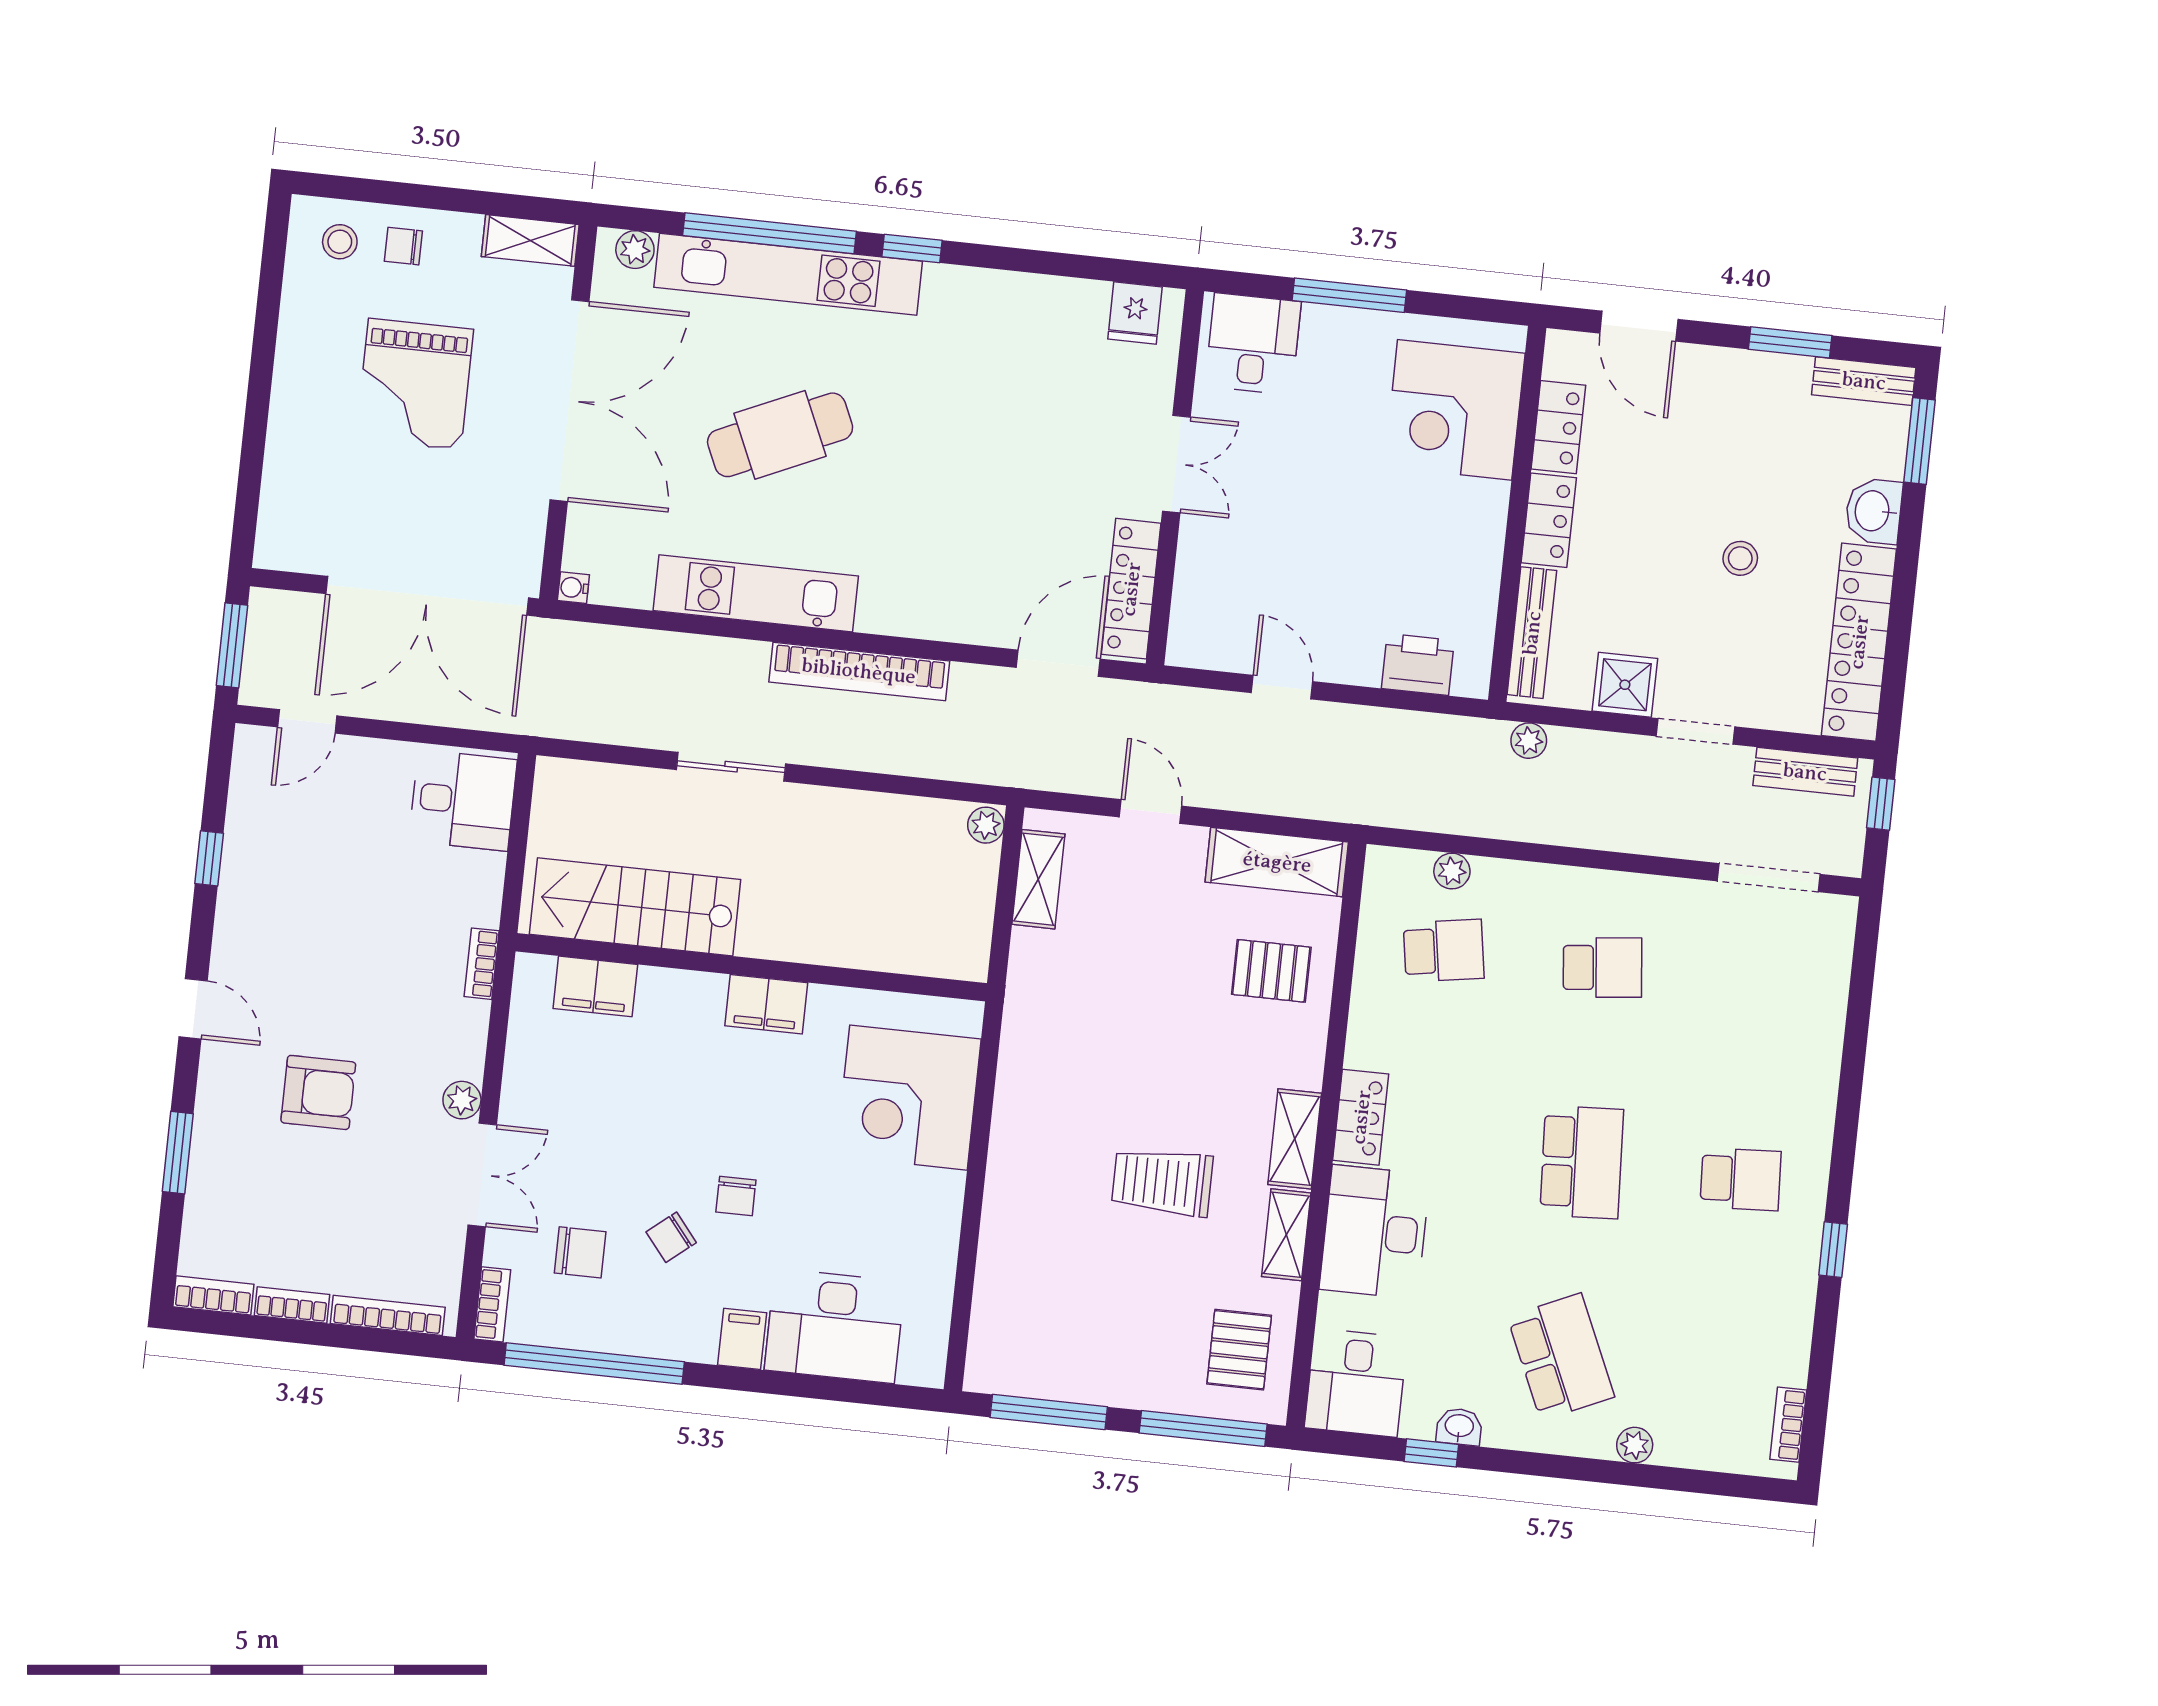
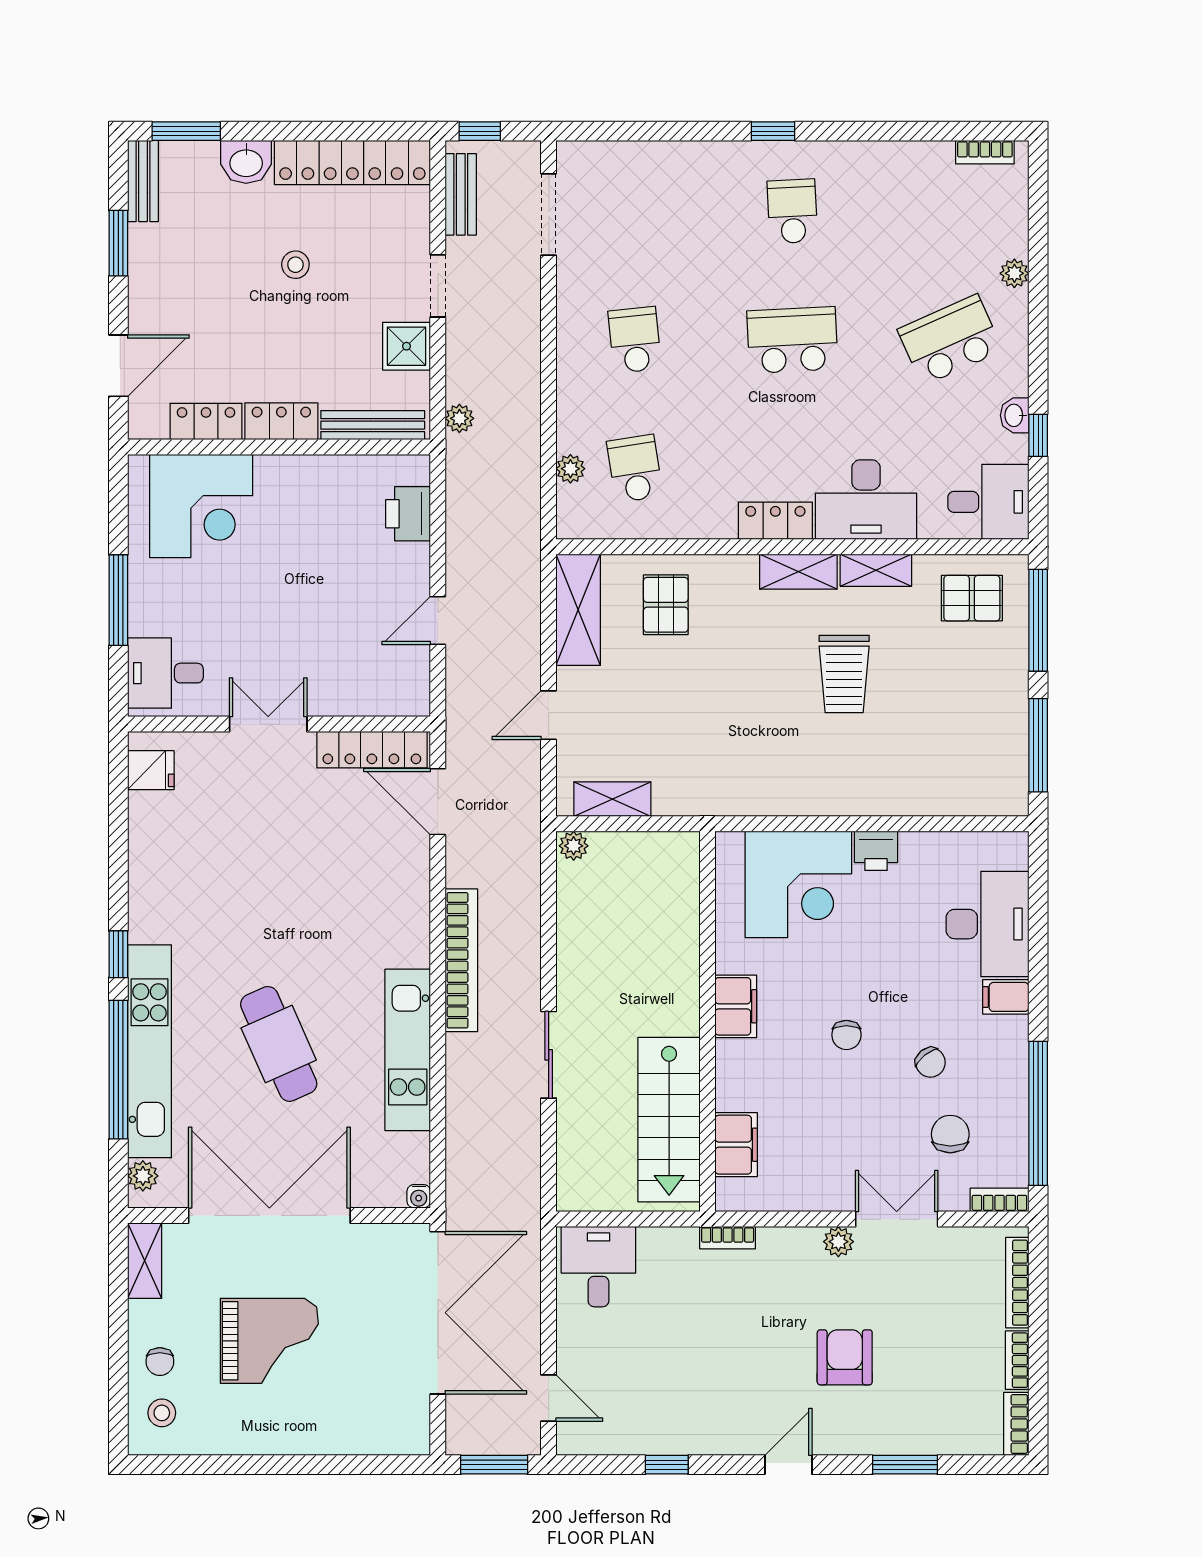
chair: (736, 1196) -> (846, 1035), moved, turned 90
printer: (940, 1198) -> (876, 851), added
window: (1833, 1250) -> (773, 131), moved

